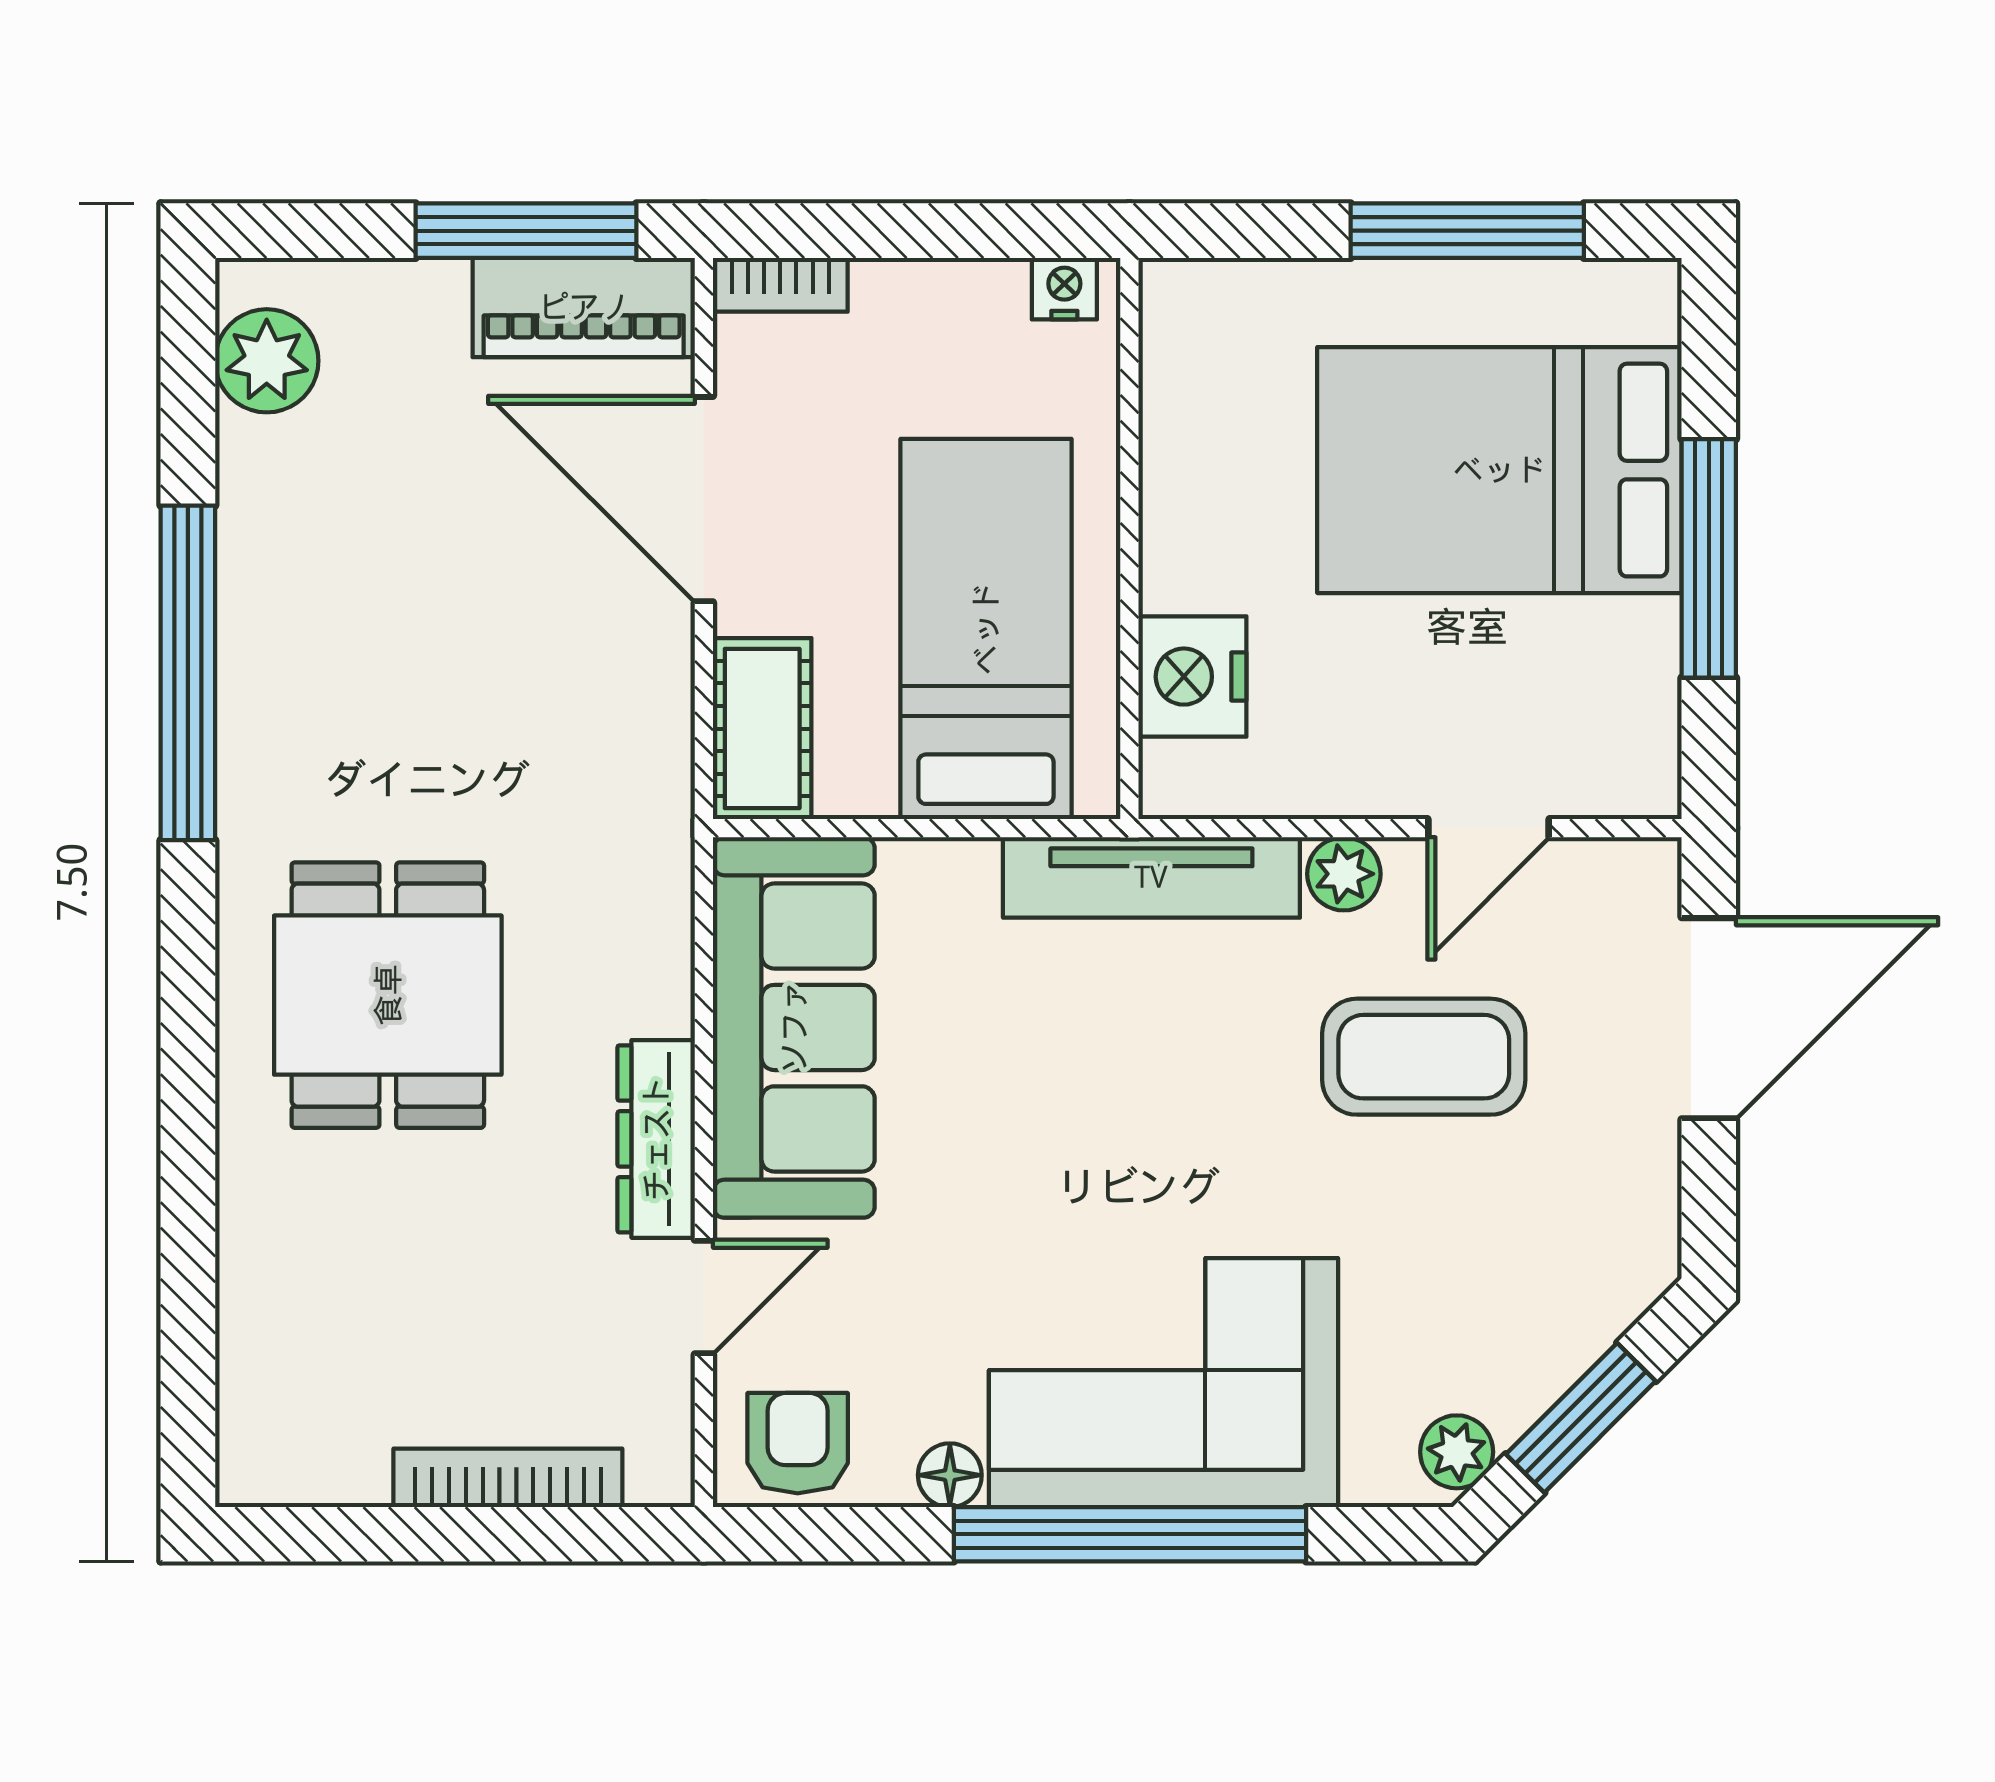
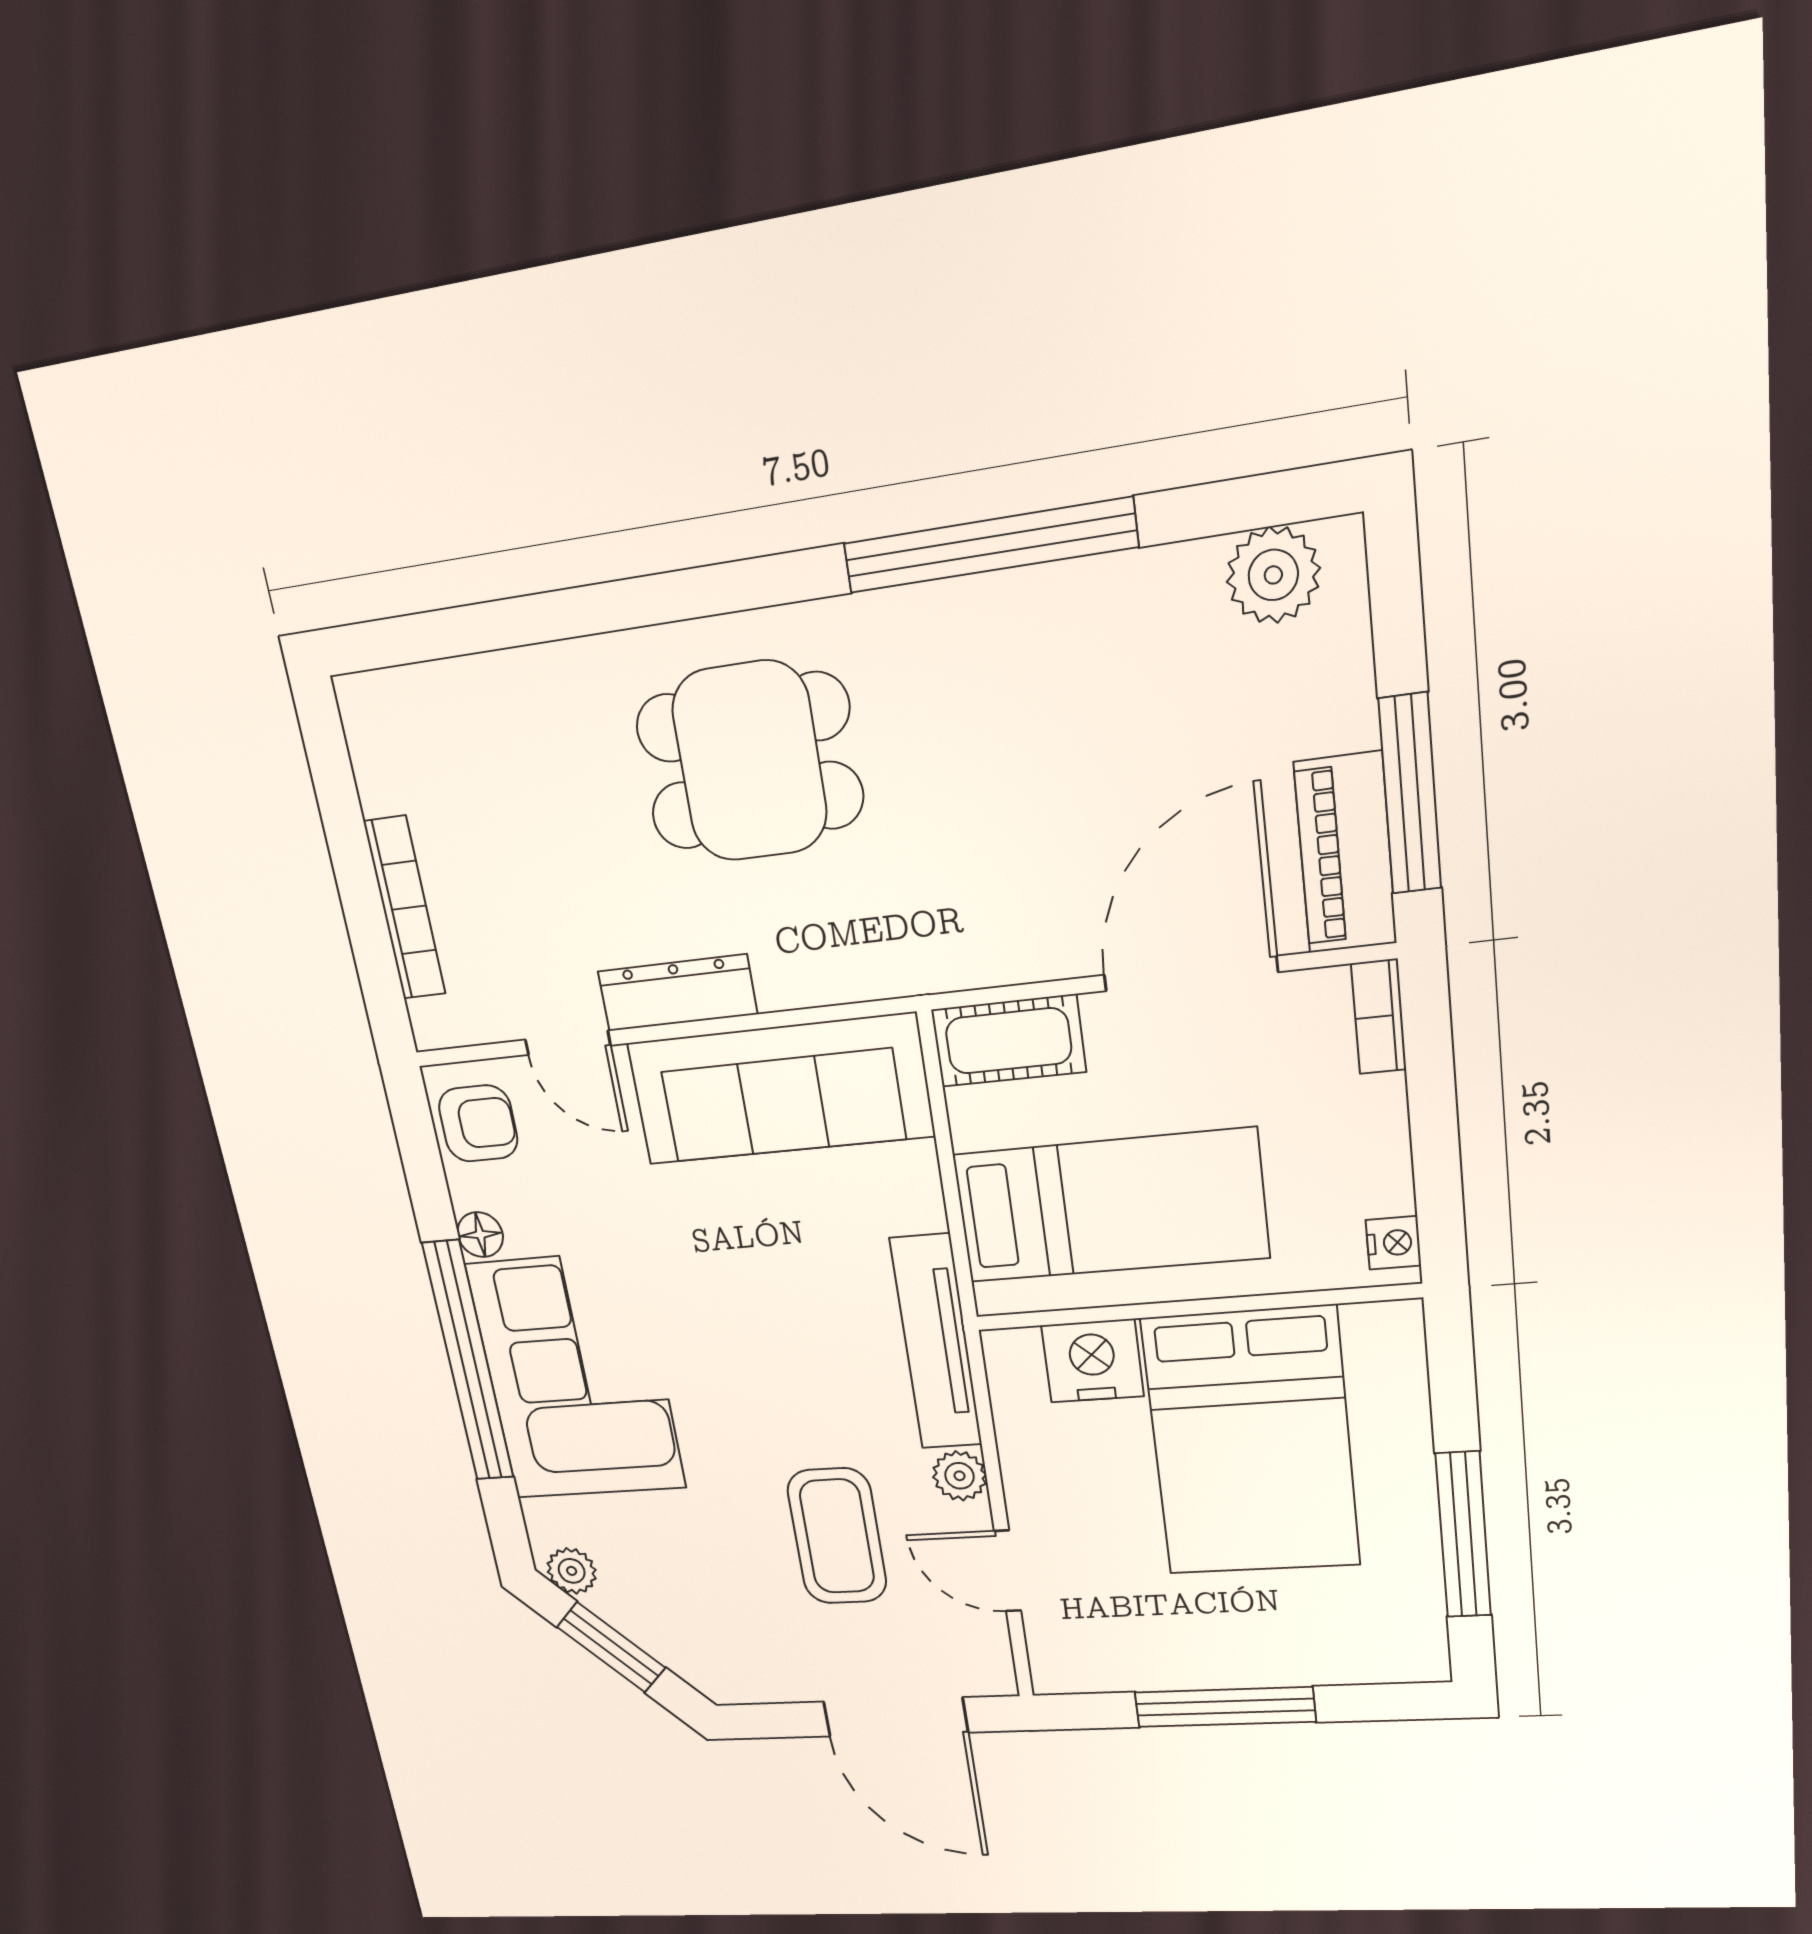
bed: (1499, 470) -> (1251, 1443), moved, turned 180

